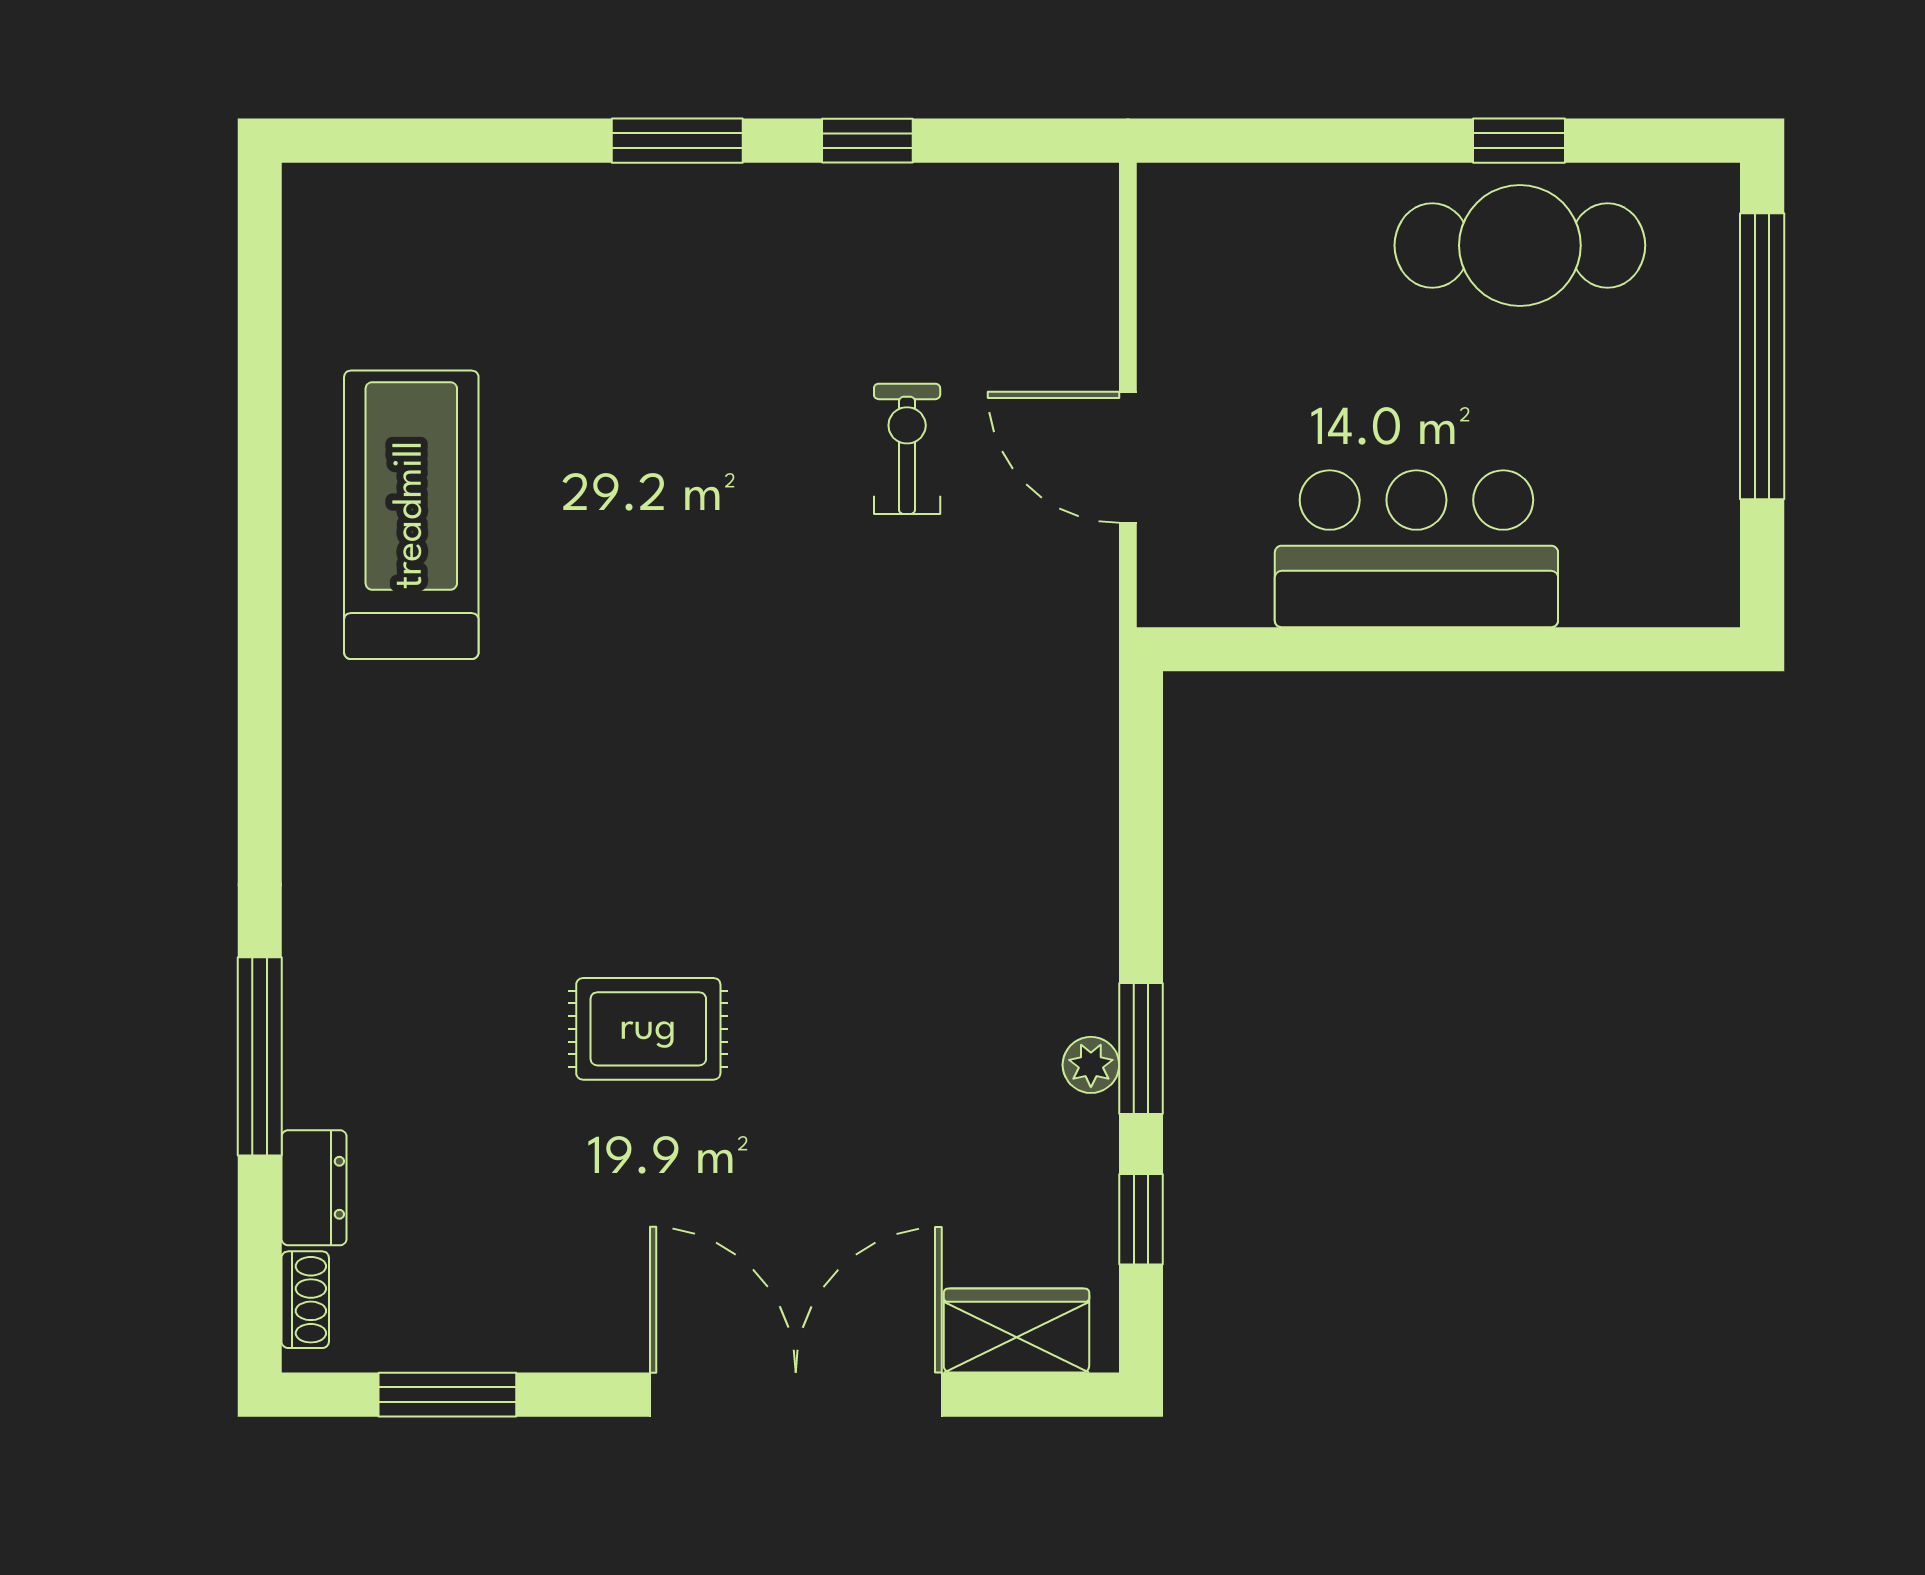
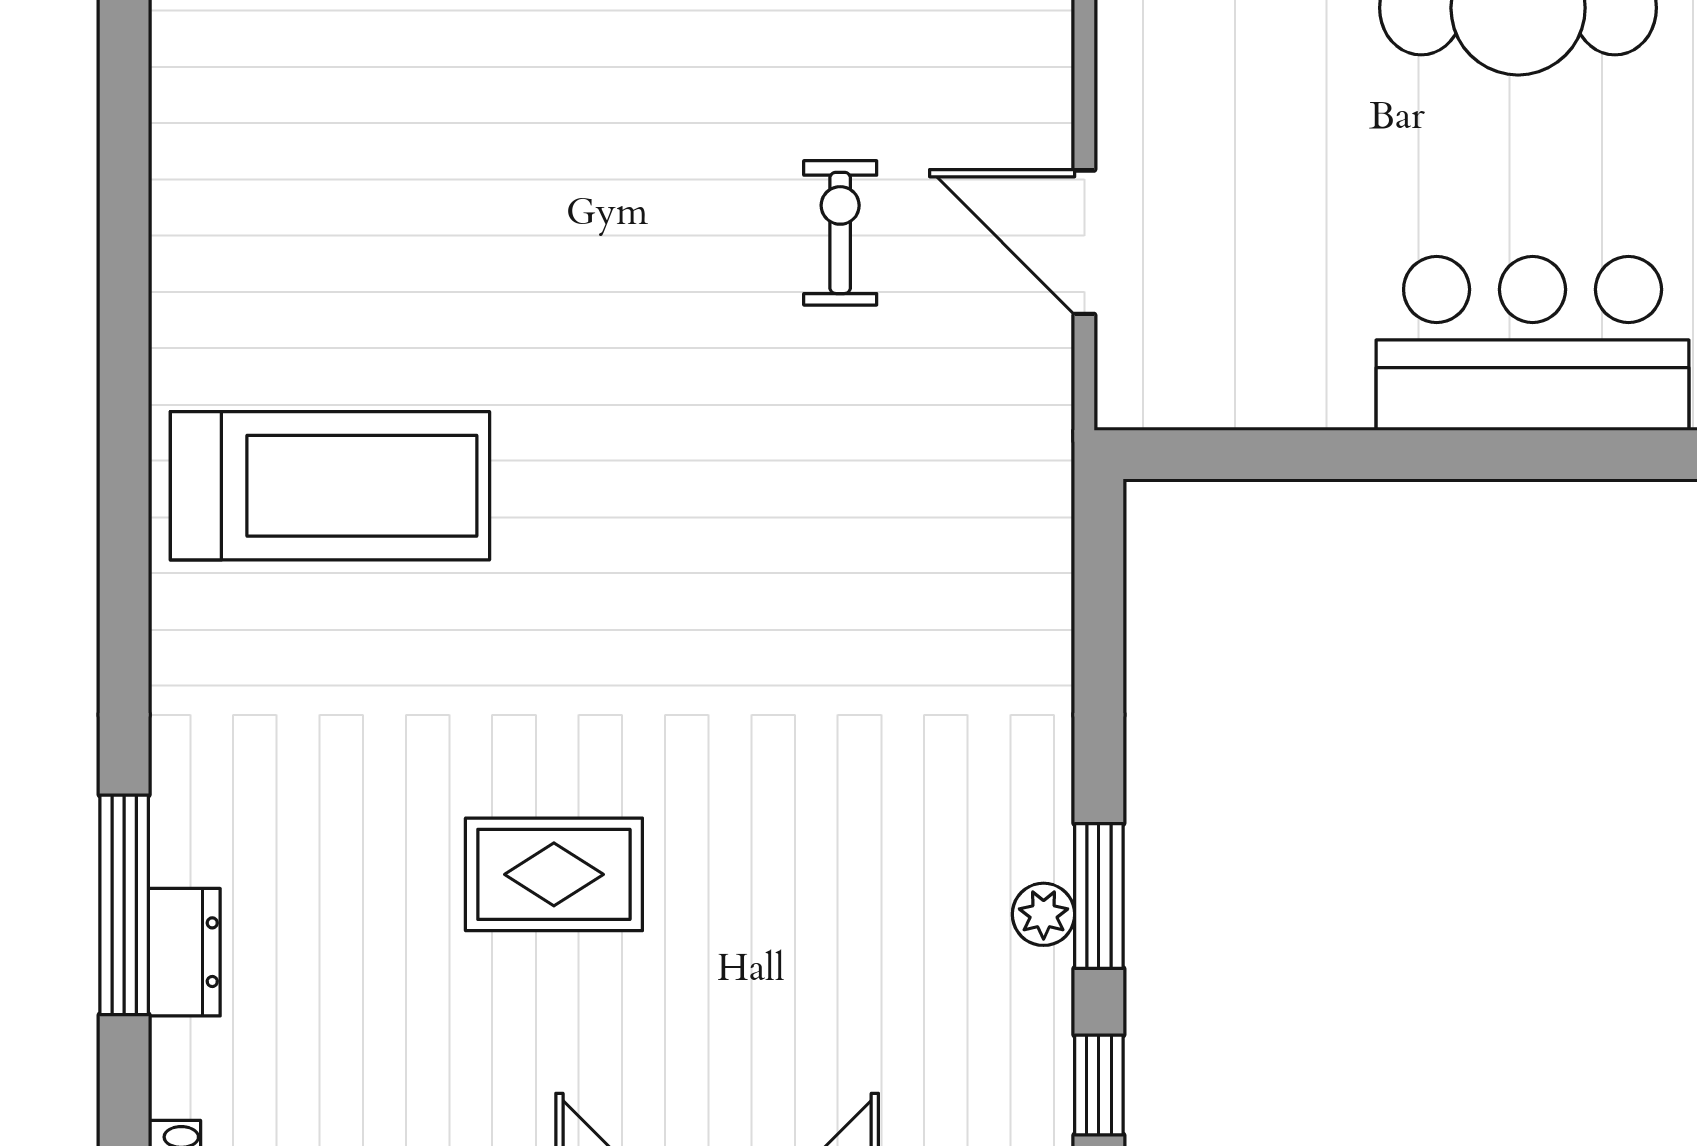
treadmill: (411, 515) -> (330, 486), moved, turned 90
bar counter: (1416, 549) -> (1533, 343), moved
dresser: (314, 1188) -> (184, 952), moved

